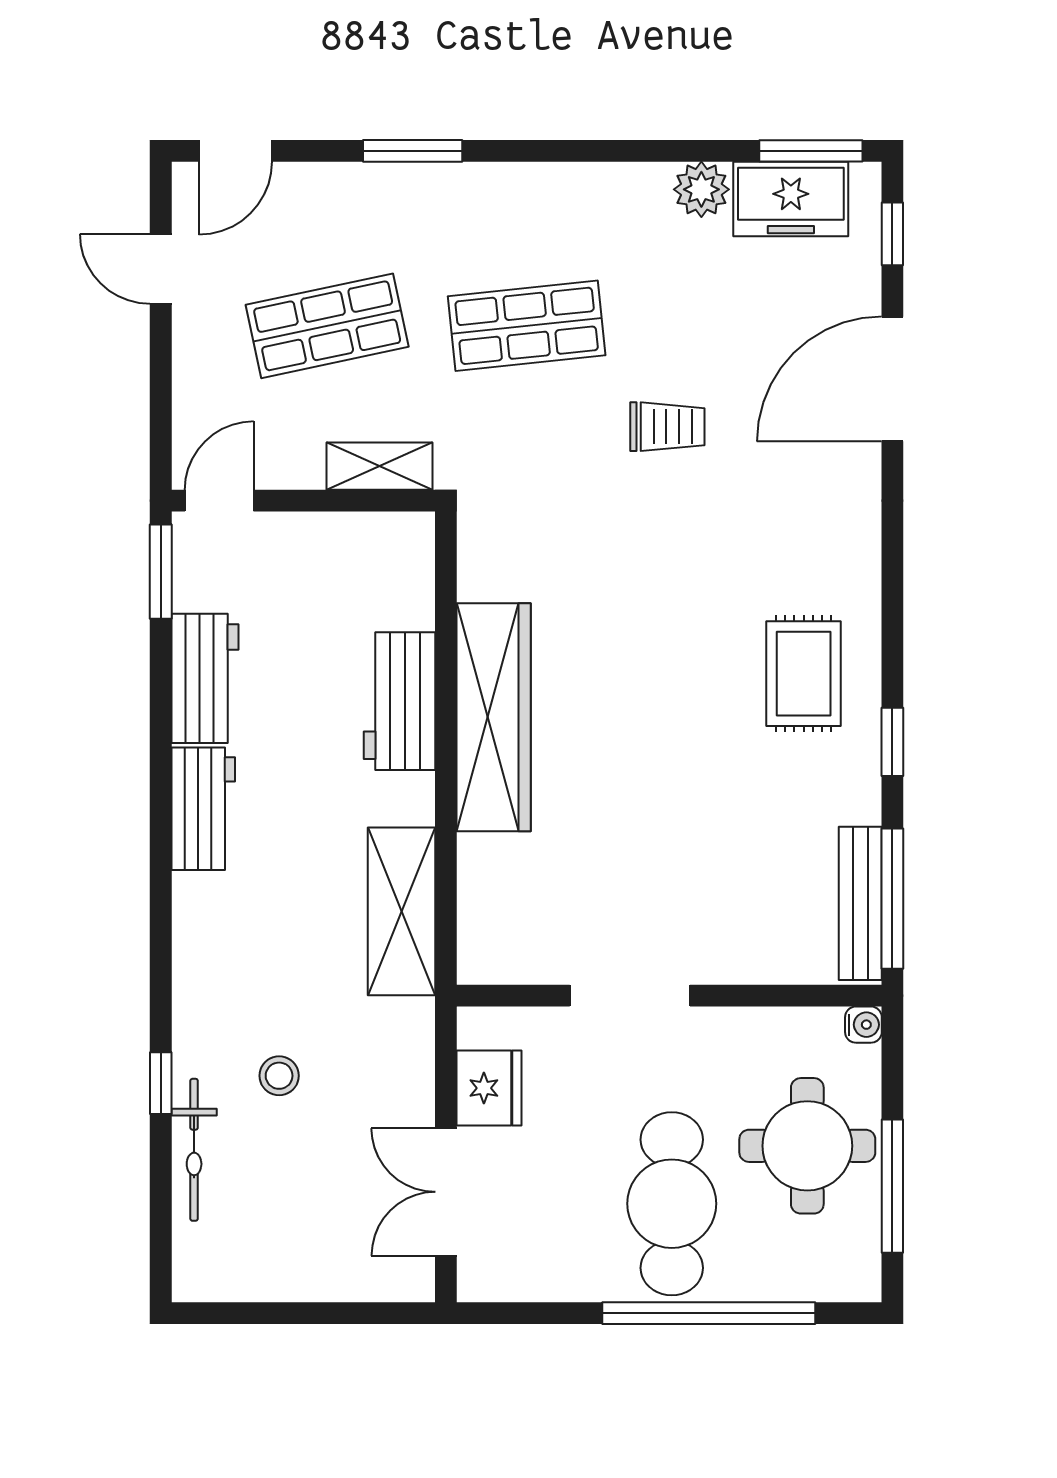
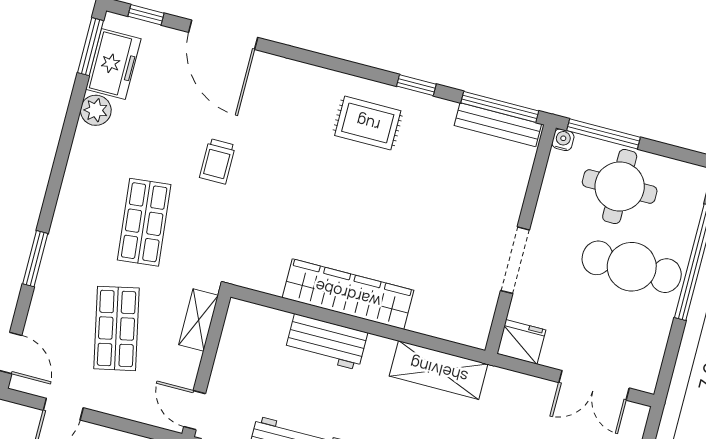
trolley: (667, 427) -> (217, 161), turned 180
fridge: (489, 1088) -> (521, 342), moved
window: (892, 1186) -> (604, 134), moved

